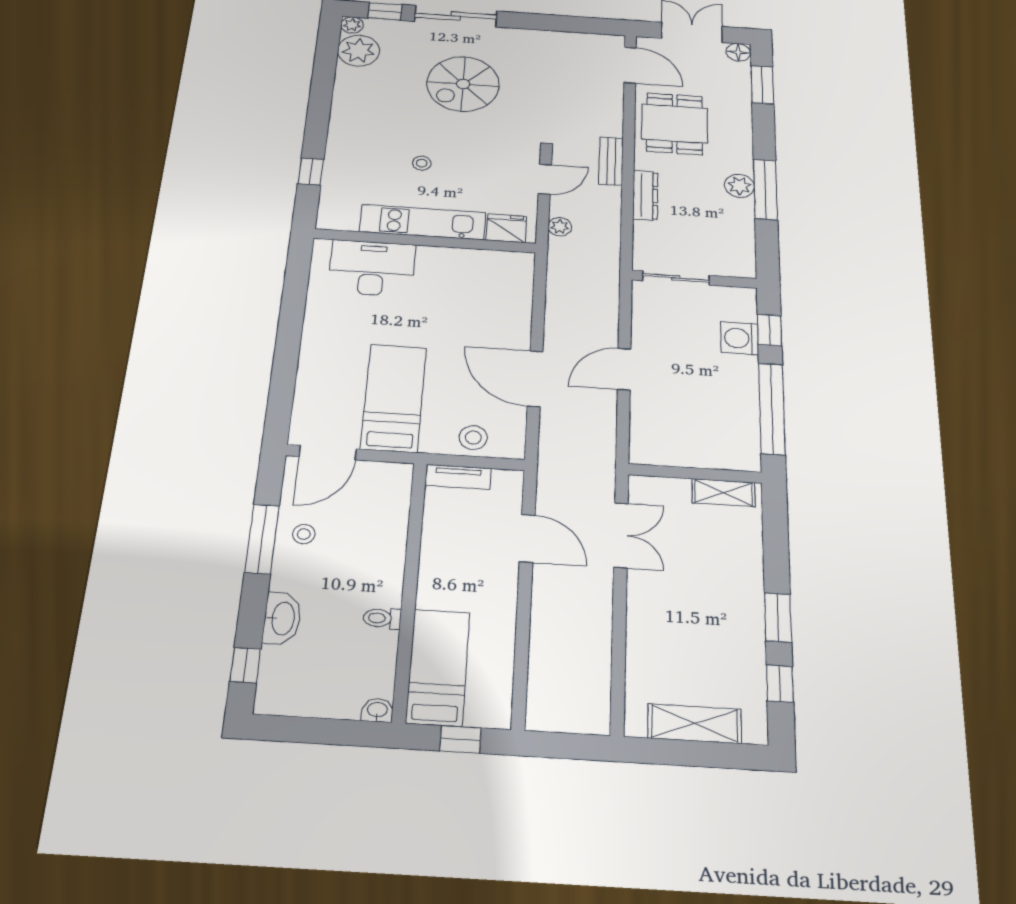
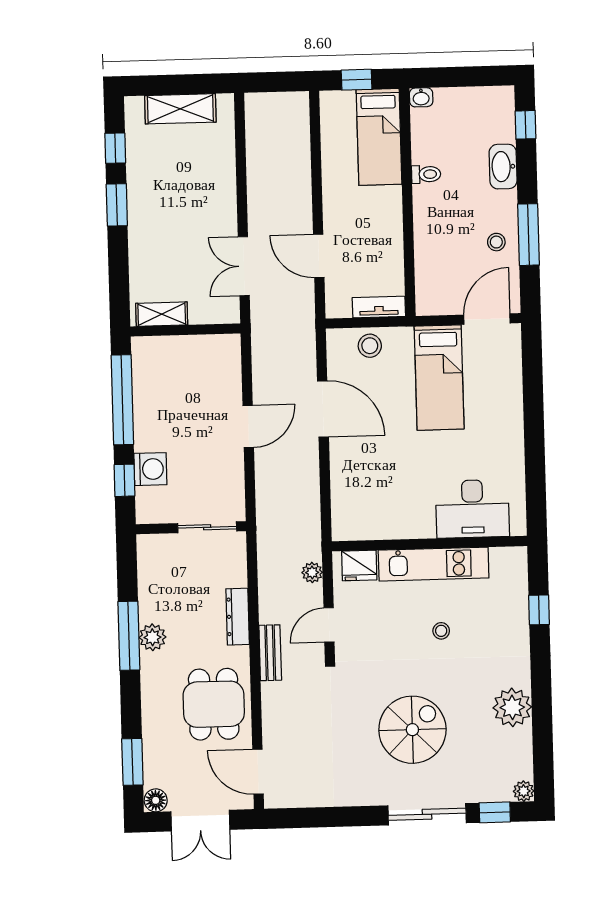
plant: (359, 51) -> (512, 707), moved

